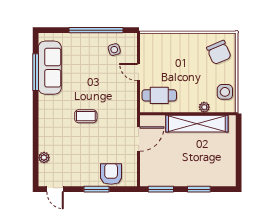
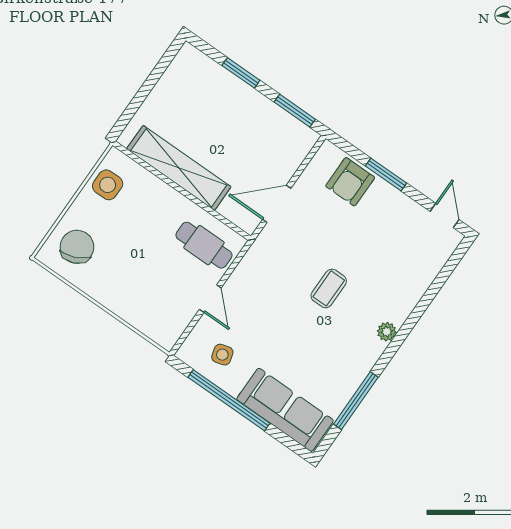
sofa: (50, 68) -> (285, 410), moved, turned 90
plant: (204, 107) -> (152, 184), removed
coffee table: (86, 116) -> (329, 288), turned 90
plant: (44, 158) -> (387, 332), moved

